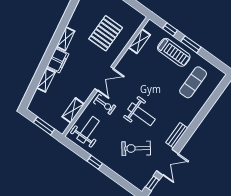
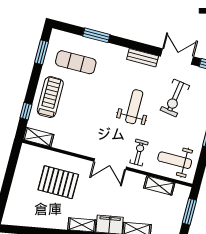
shelving: (139, 41) -> (38, 137), moved
window: (191, 44) -> (41, 52), moved
double door: (104, 79) -> (110, 164), swing flipped
window: (208, 106) -> (96, 35), added
exercise bike: (136, 148) -> (175, 98), turned 46

